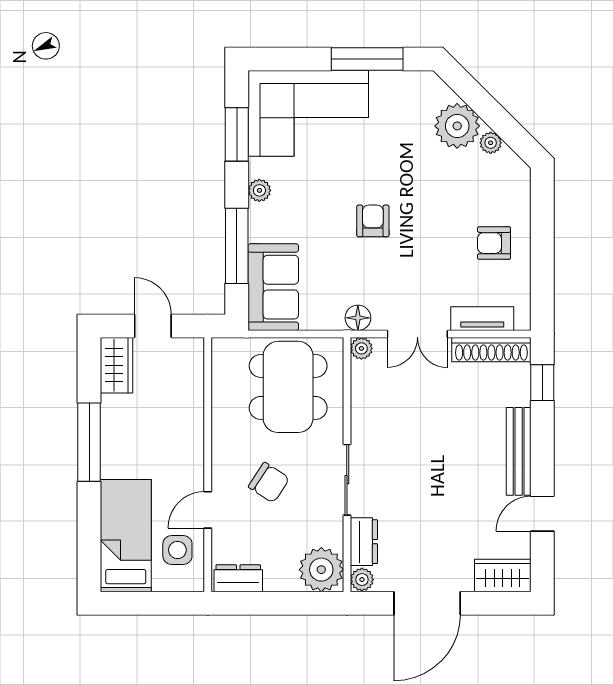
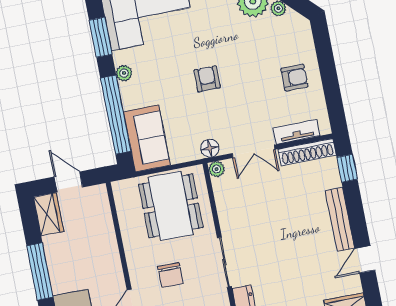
armchair: (494, 243) -> (294, 78), turned 180
window: (237, 246) -> (116, 115), width x1.46
chair: (269, 483) -> (170, 275), turned 57

